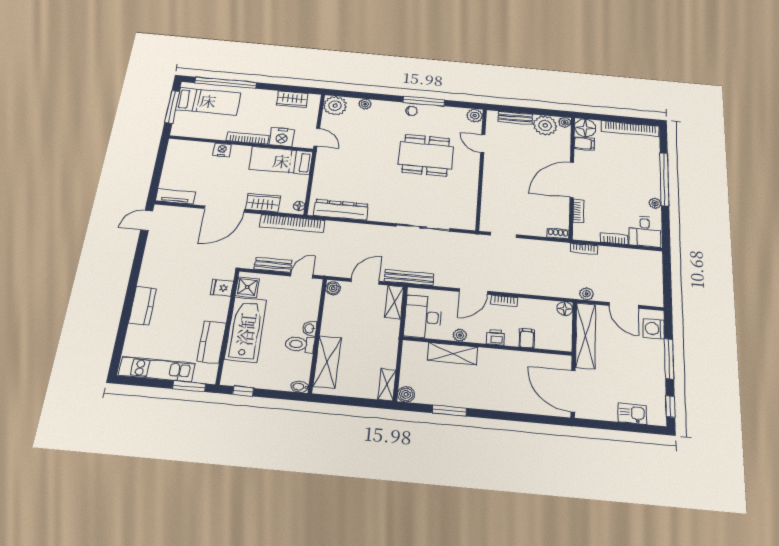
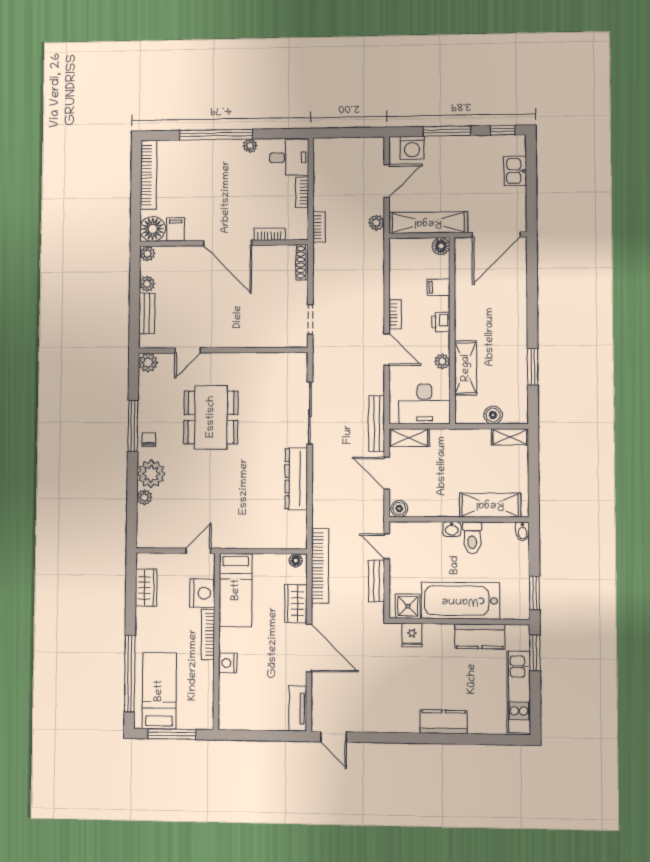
plant: (335, 106) -> (151, 474), moved
plant: (545, 125) -> (147, 284), width x0.53, depth x0.53
dresser: (341, 210) -> (296, 479), moved
shoe rack: (558, 234) -> (302, 262), width x1.43
floor lamp: (565, 309) -> (441, 246), moved
window: (243, 391) -> (534, 593), width x1.50
boiler: (406, 394) -> (493, 415), moved

